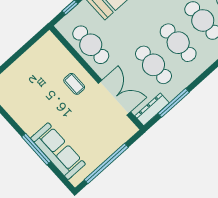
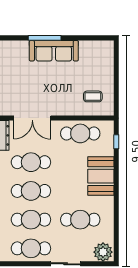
coffee table: (74, 84) -> (93, 96), moved
sofa: (58, 151) -> (54, 51), moved

